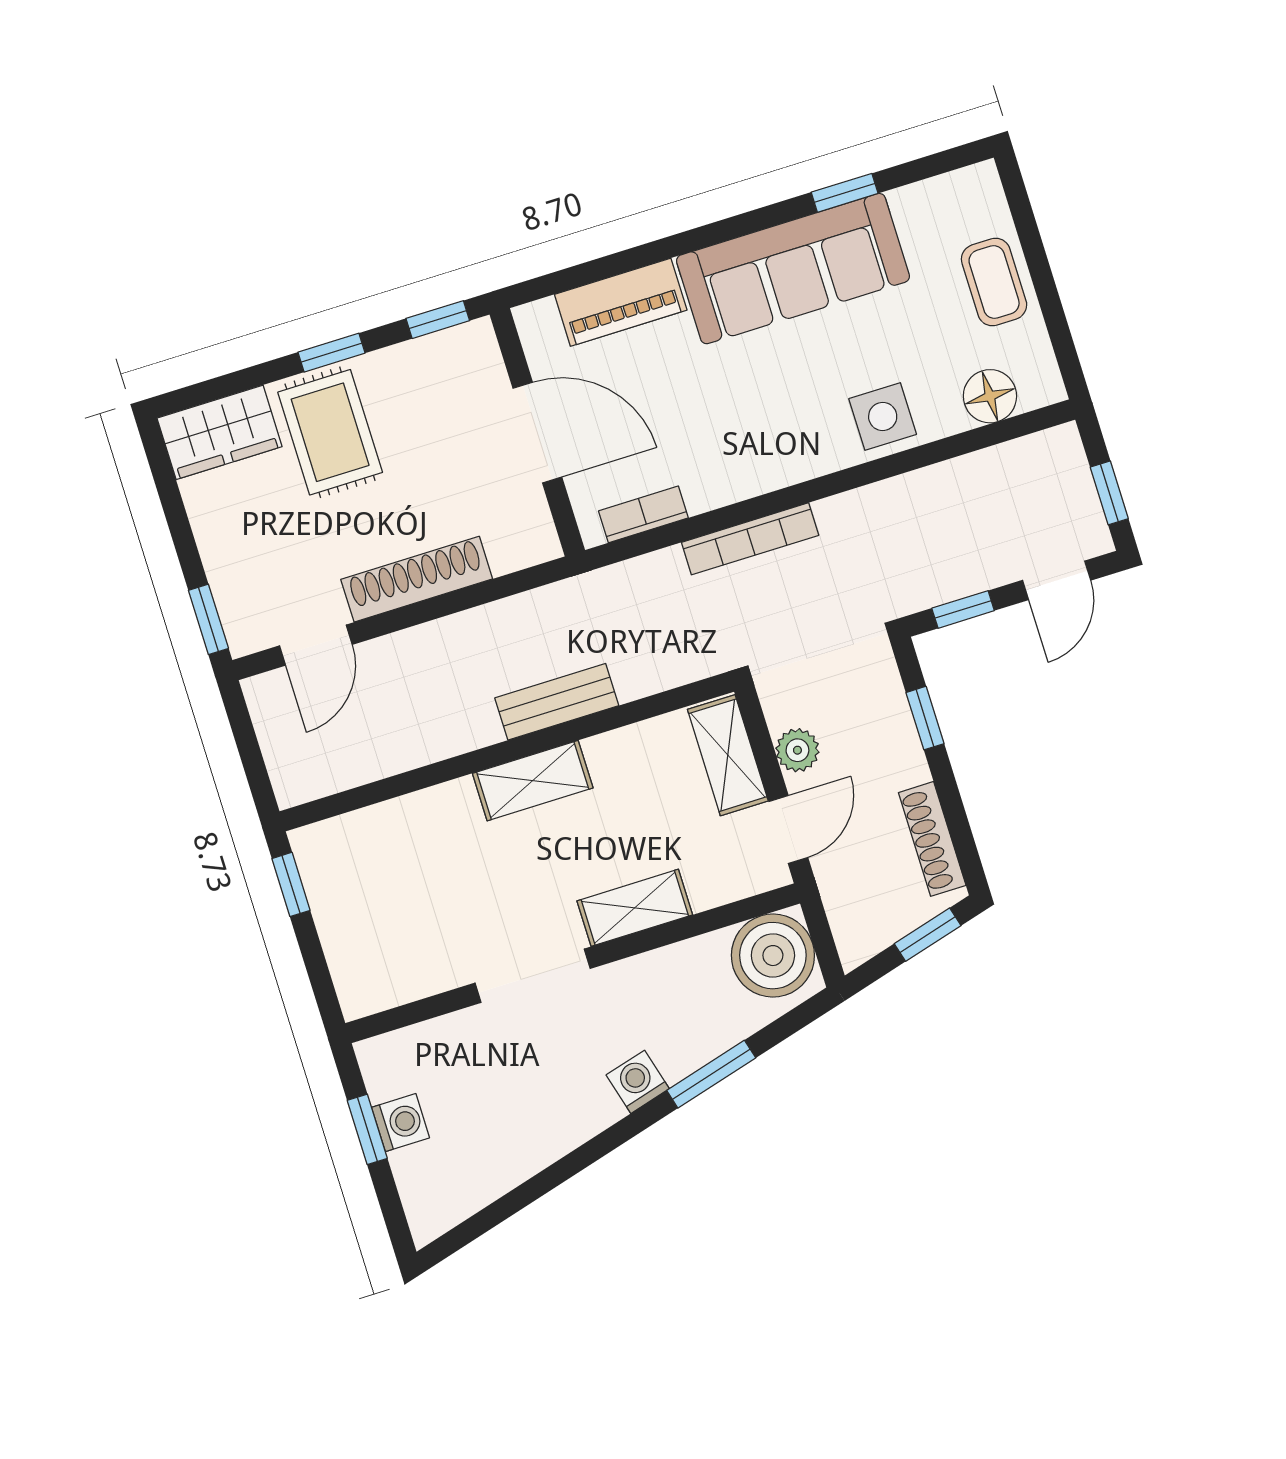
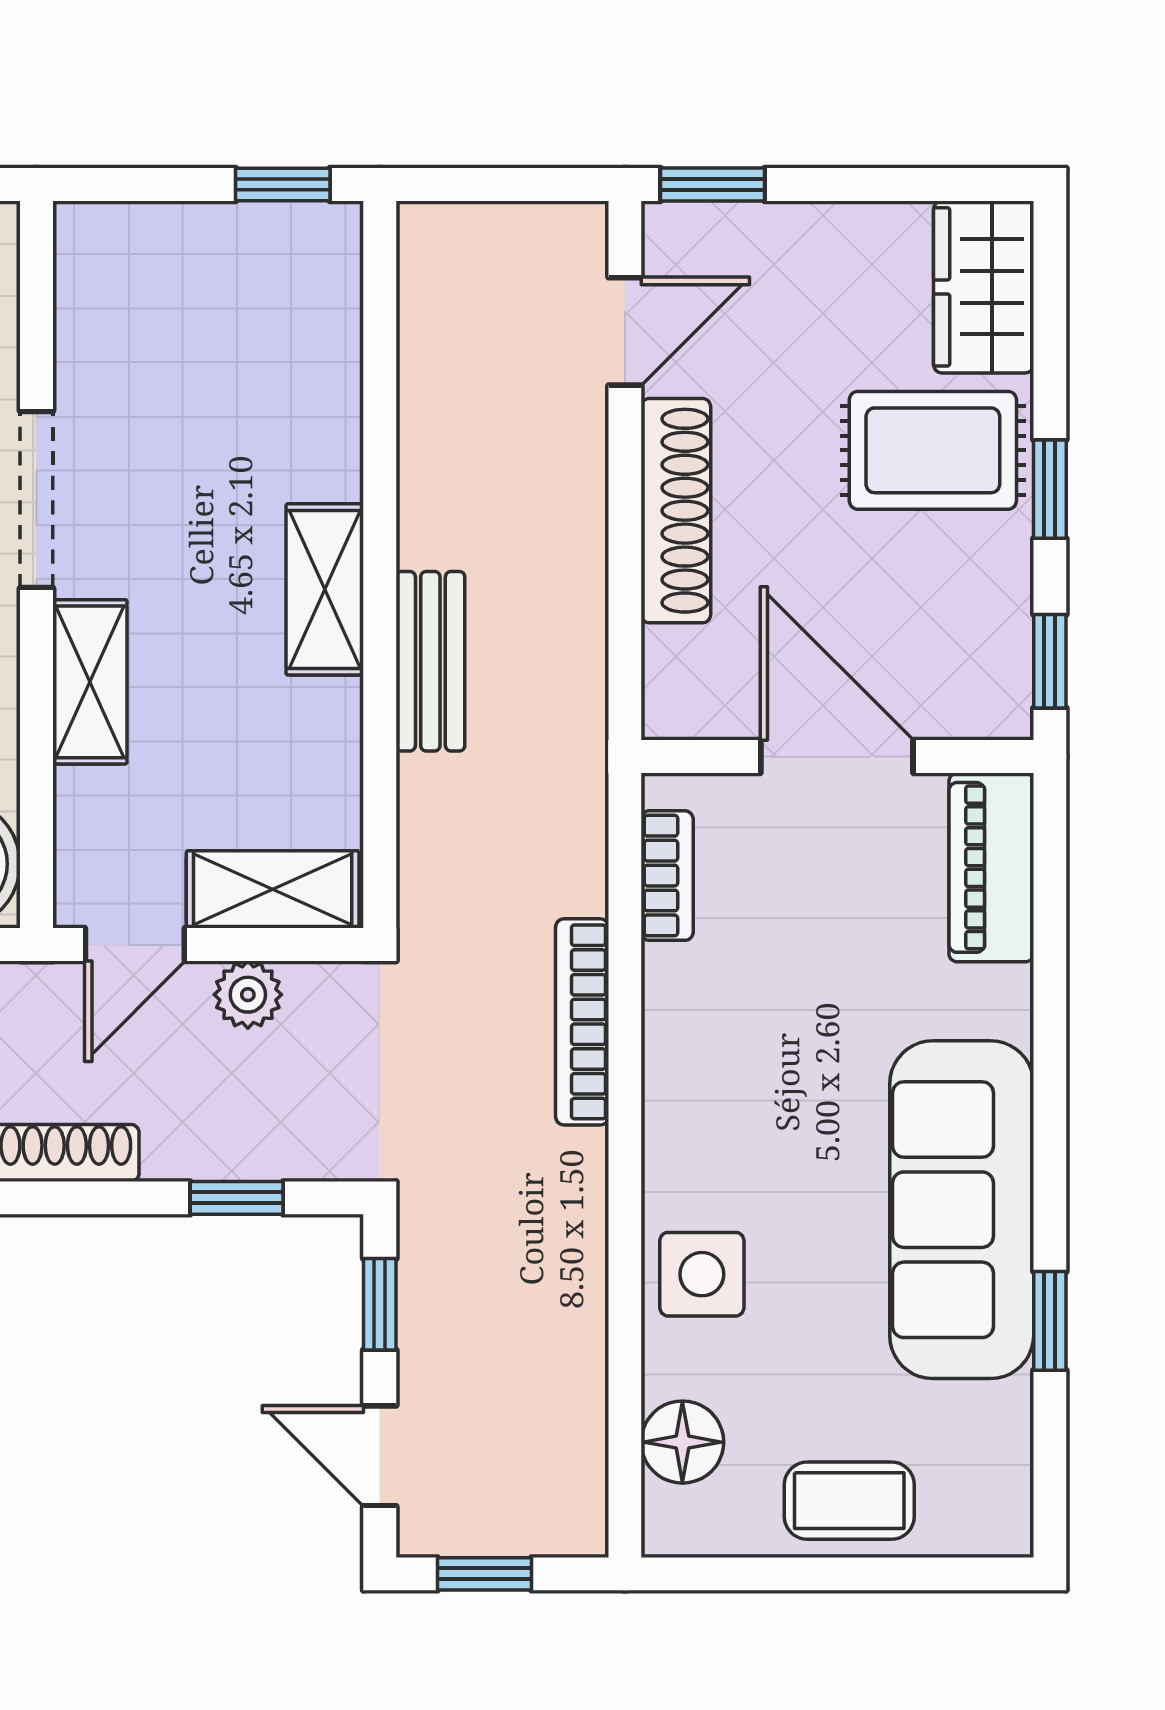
piano: (621, 302) -> (991, 867), moved
door: (537, 433) -> (837, 757), swing flipped
door: (316, 645) -> (625, 331), swing flipped
door: (788, 830) -> (135, 945), hinge flipped

